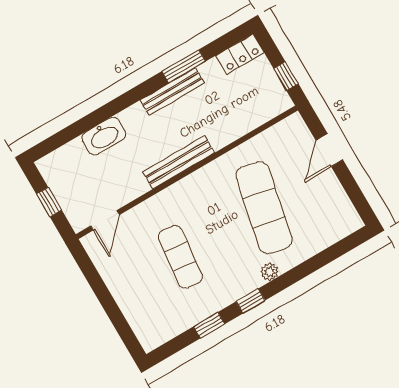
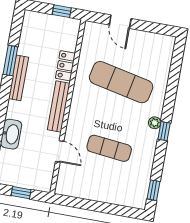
locker: (240, 54) -> (65, 66), moved, turned 180
door: (105, 220) -> (60, 151), moved
plant: (270, 272) -> (155, 123), moved
window: (209, 325) -> (153, 190), moved

